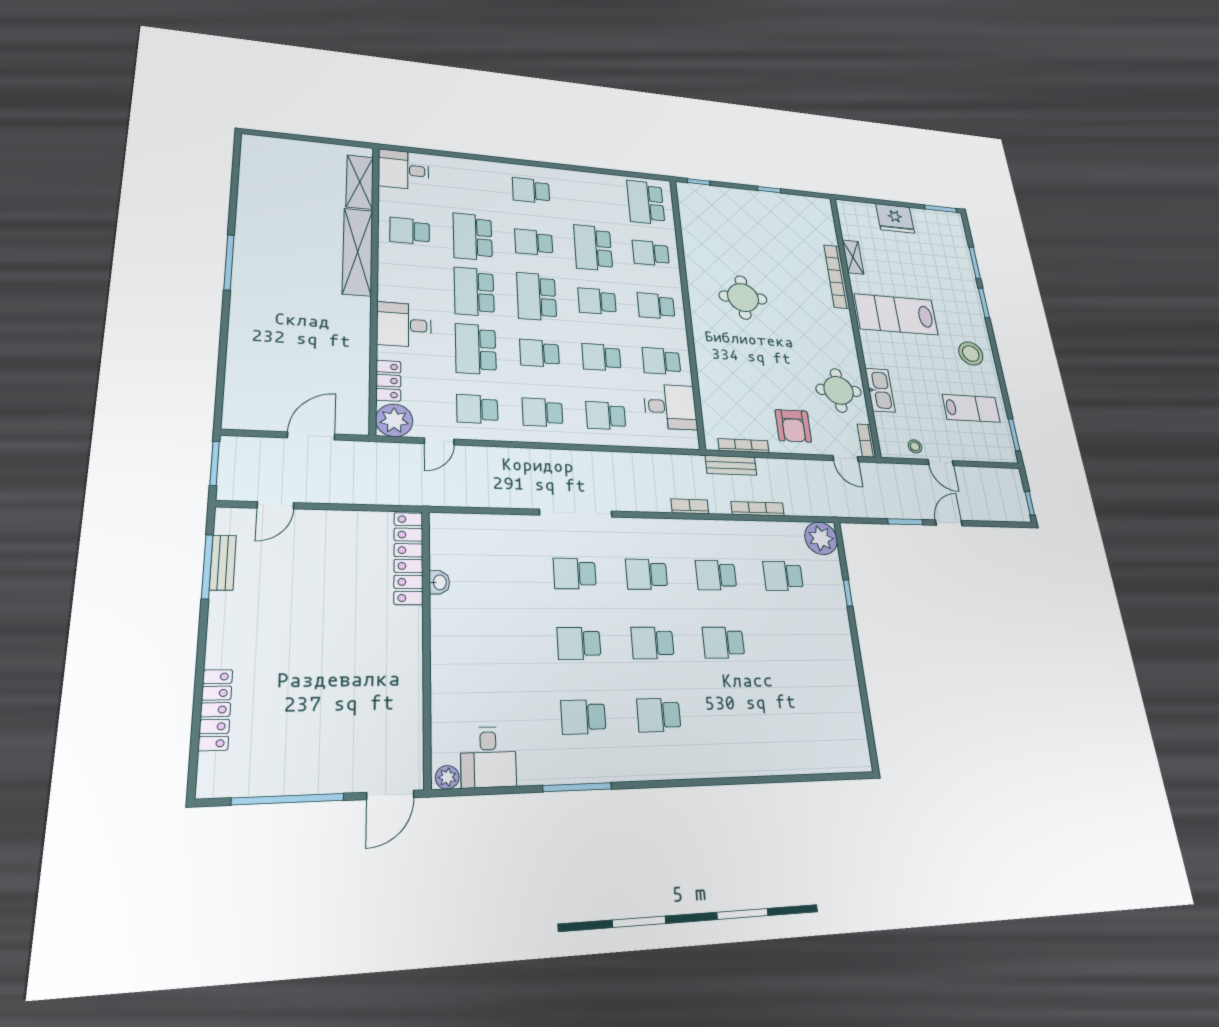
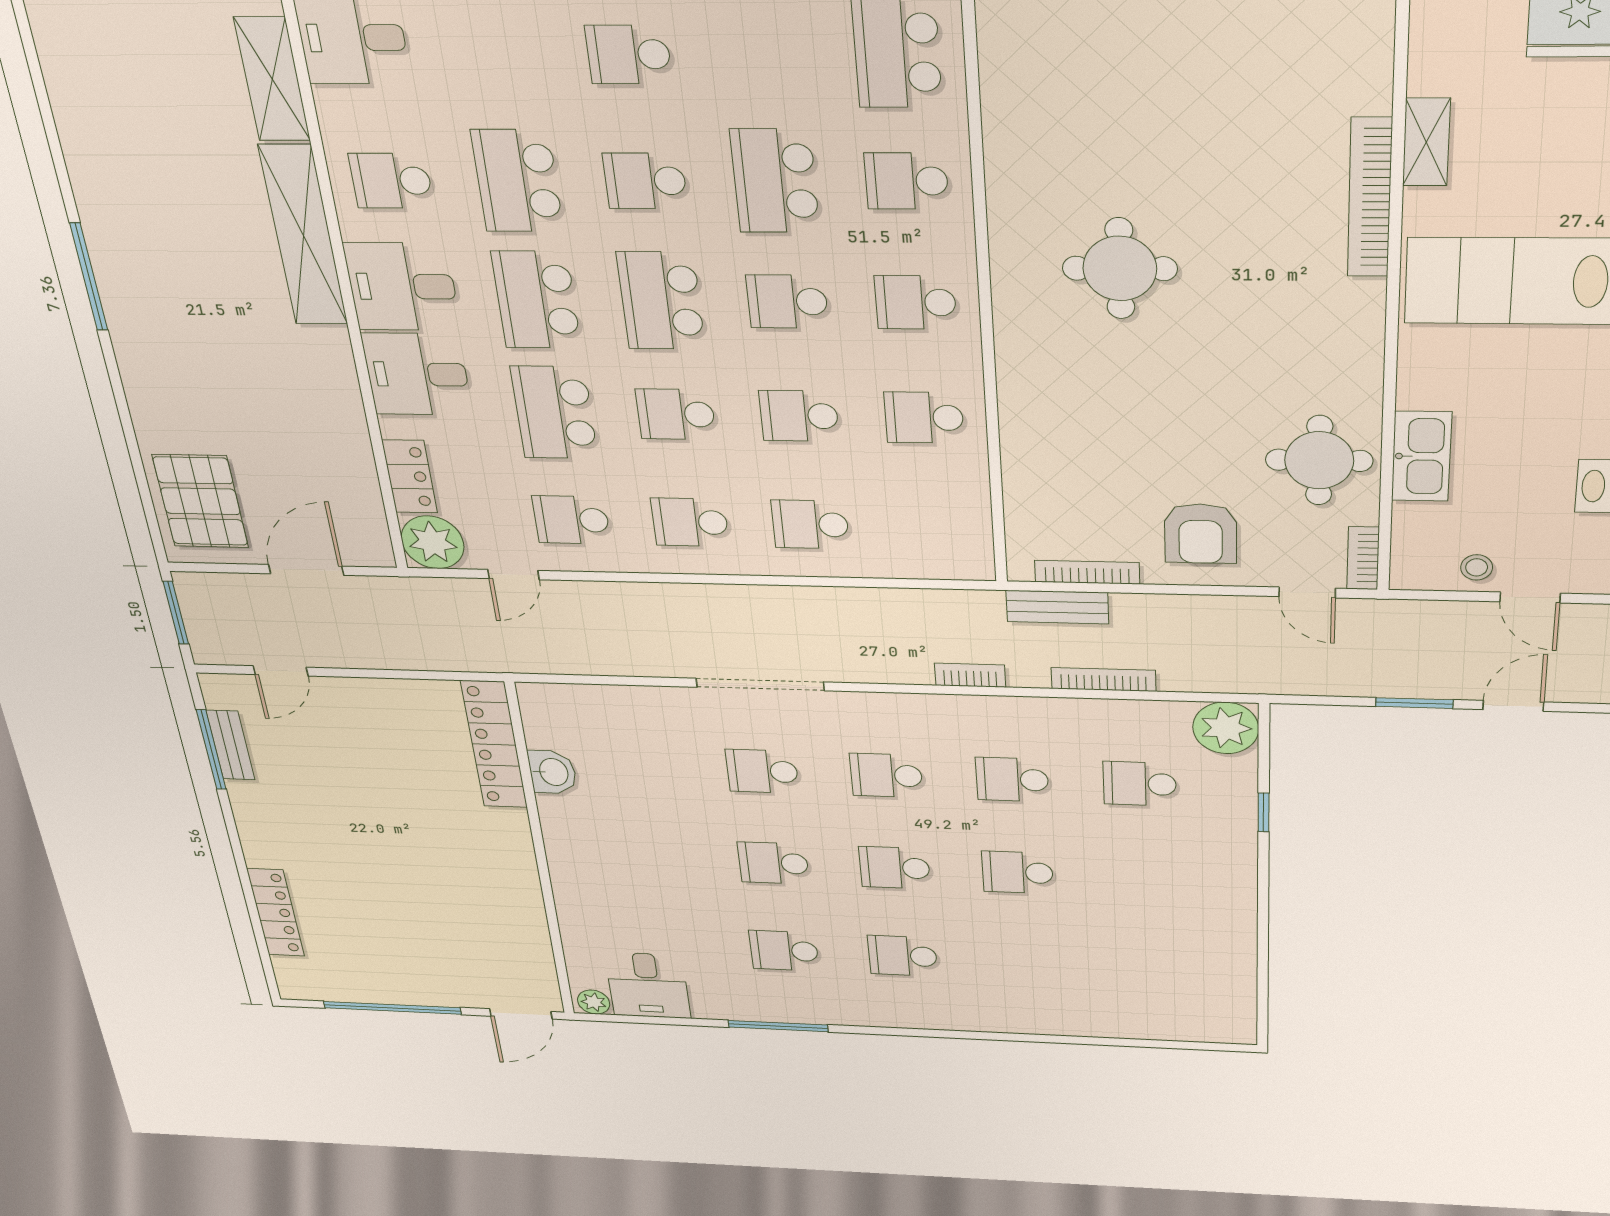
pallet: (255, 391) -> (200, 501), added
desk: (670, 407) -> (402, 287), moved, turned 180
washbasin: (439, 582) -> (552, 772), width x1.38, depth x1.45

